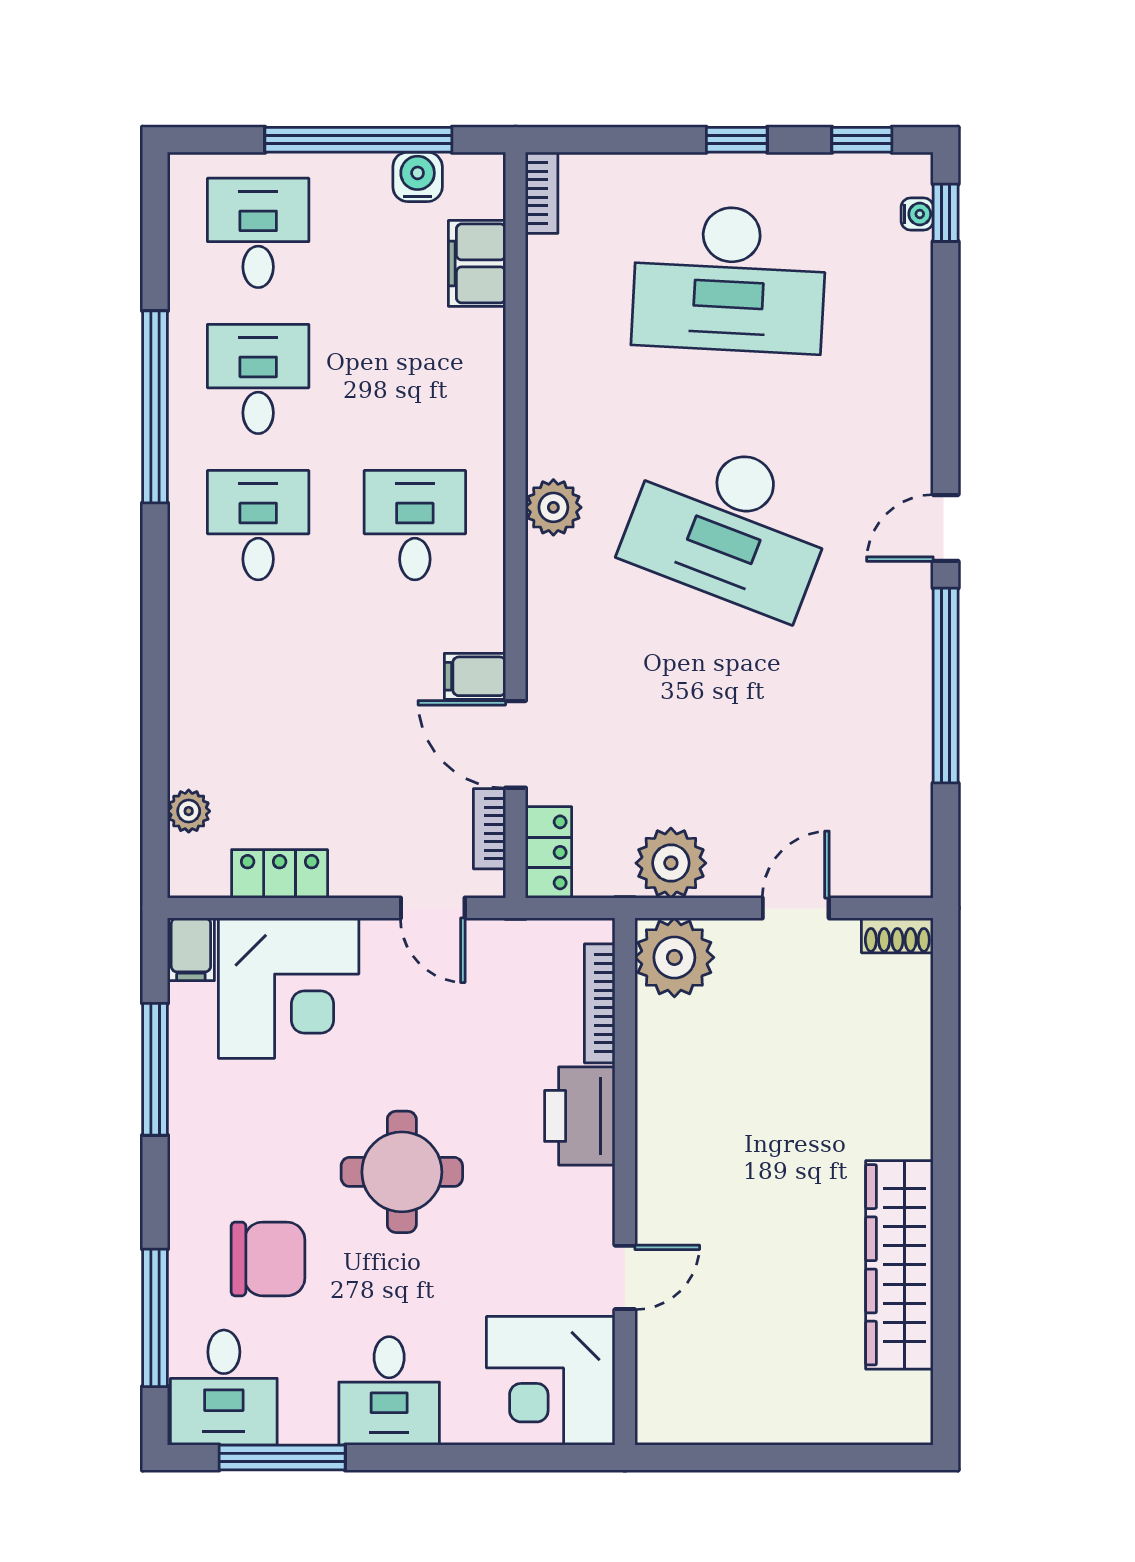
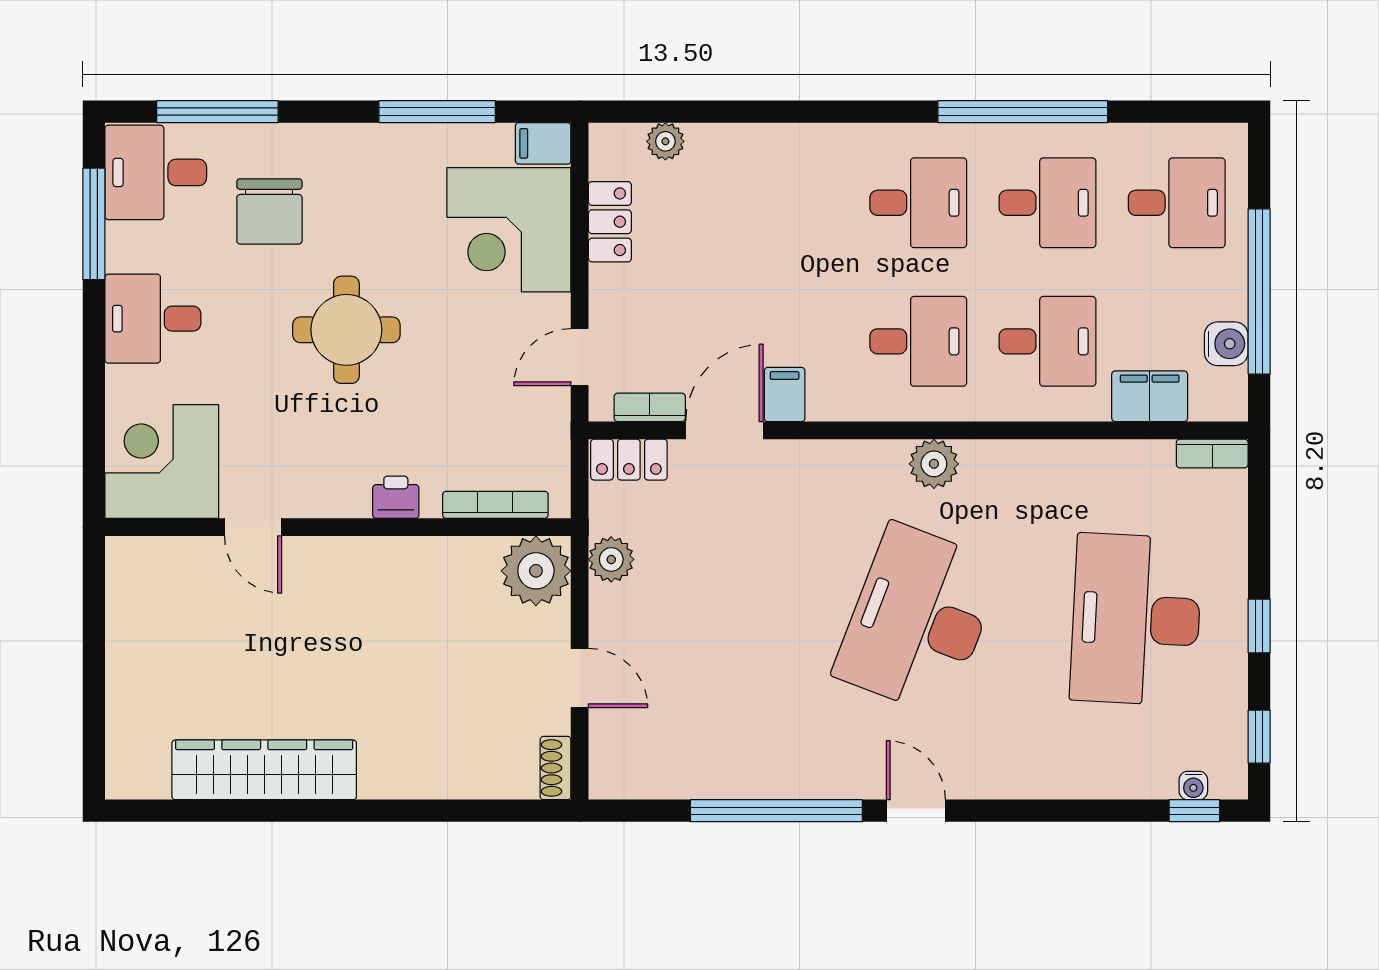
desk: (415, 379) -> (1047, 341), added
plant: (671, 863) -> (611, 559), width x0.73, depth x0.73
printer: (580, 1116) -> (396, 497), width x0.53, depth x0.68

